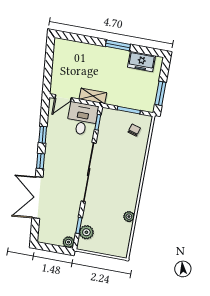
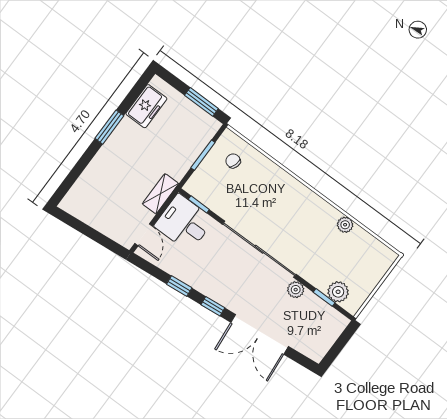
plant: (68, 242) -> (296, 290), moved

